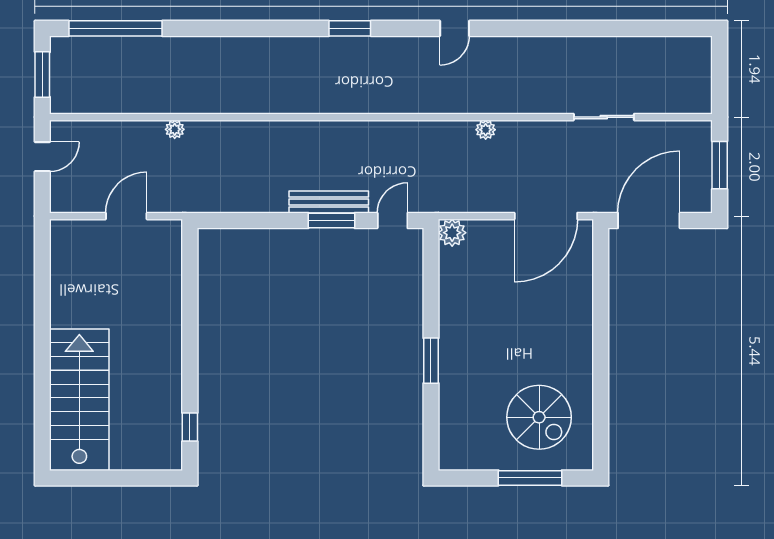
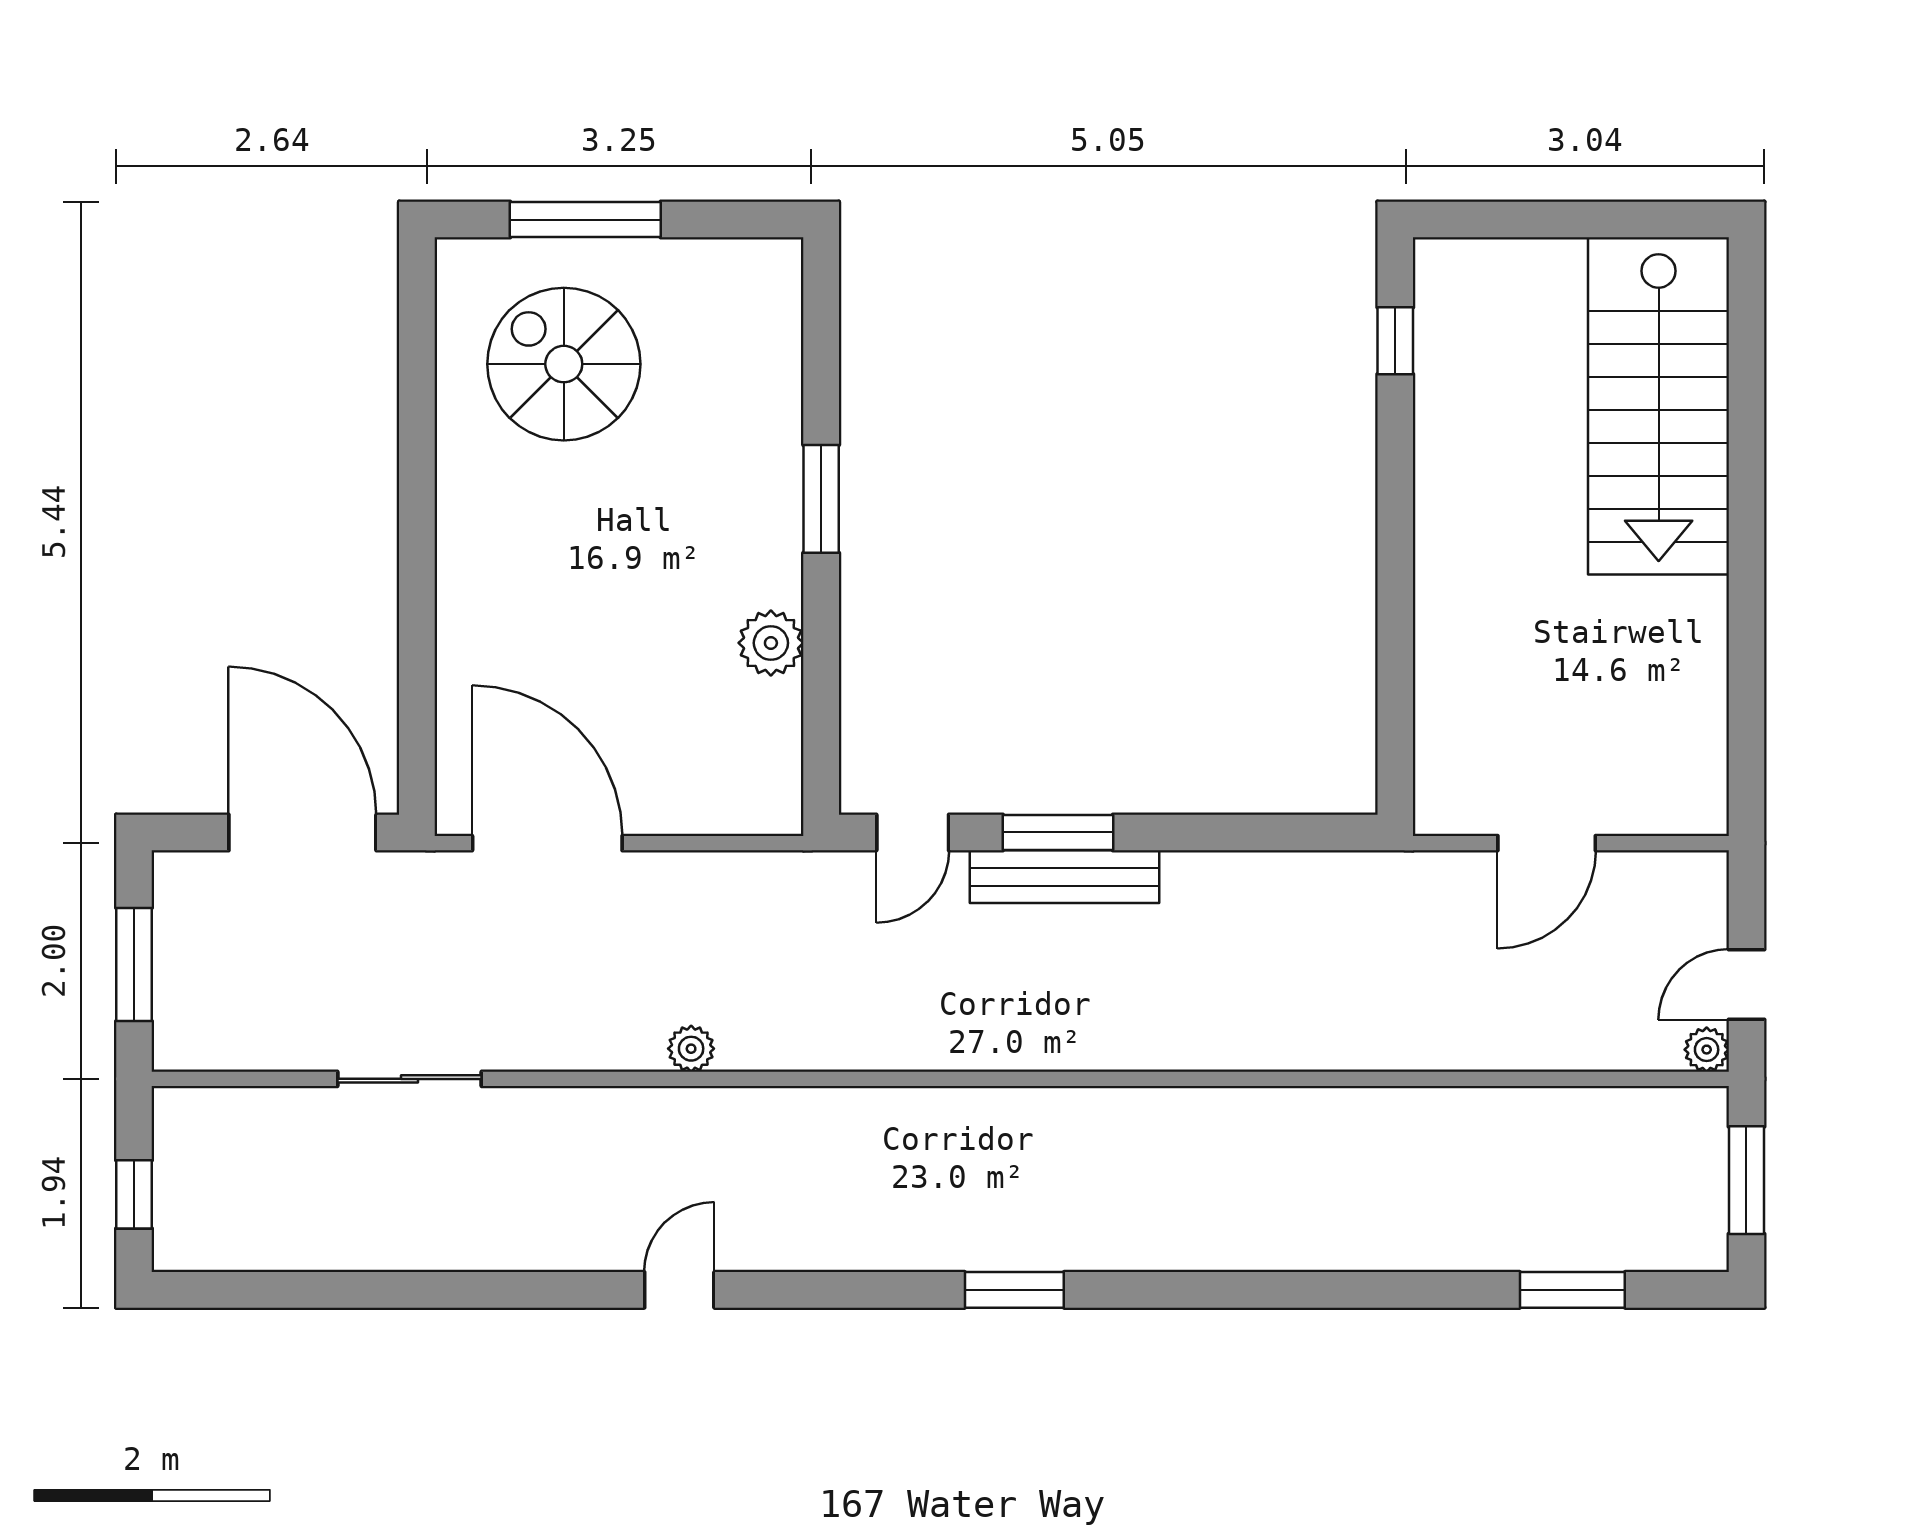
window: (115, 28) -> (1572, 1290), width x0.47
door: (455, 28) -> (679, 1290), moved
window: (720, 69) -> (134, 1194), added
plant: (175, 129) -> (1707, 1050), moved
door: (546, 216) -> (547, 843), hinge flipped
door: (649, 221) -> (302, 832), swing flipped
plant: (452, 233) -> (771, 643), moved

